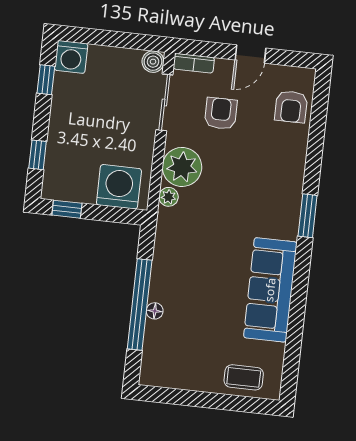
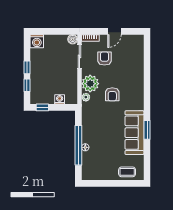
window: (46, 80) -> (27, 67), moved
armchair: (291, 107) -> (112, 94), moved
washing machine: (119, 187) -> (60, 99), width x0.53, depth x0.53
window: (308, 216) -> (147, 130), moved

